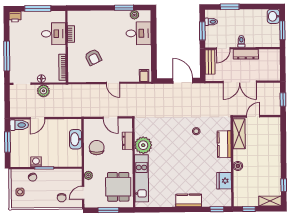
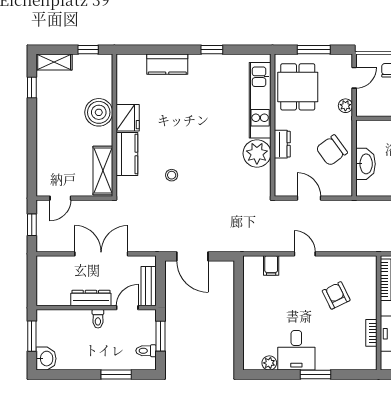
window: (124, 8) -> (316, 375), moved
desk: (139, 33) -> (296, 350), moved, turned -90
filing cabinet: (144, 75) -> (271, 265), moved
door: (253, 116) -> (60, 198), moved
dresser: (127, 141) -> (282, 144), moved
chair: (97, 148) -> (332, 150), turned 54
boiler: (238, 166) -> (99, 112), width x1.86, depth x1.86
fridge: (224, 181) -> (128, 118), moved
kitchen counter: (189, 200) -> (167, 64), moved
window: (217, 209) -> (212, 50), moved

